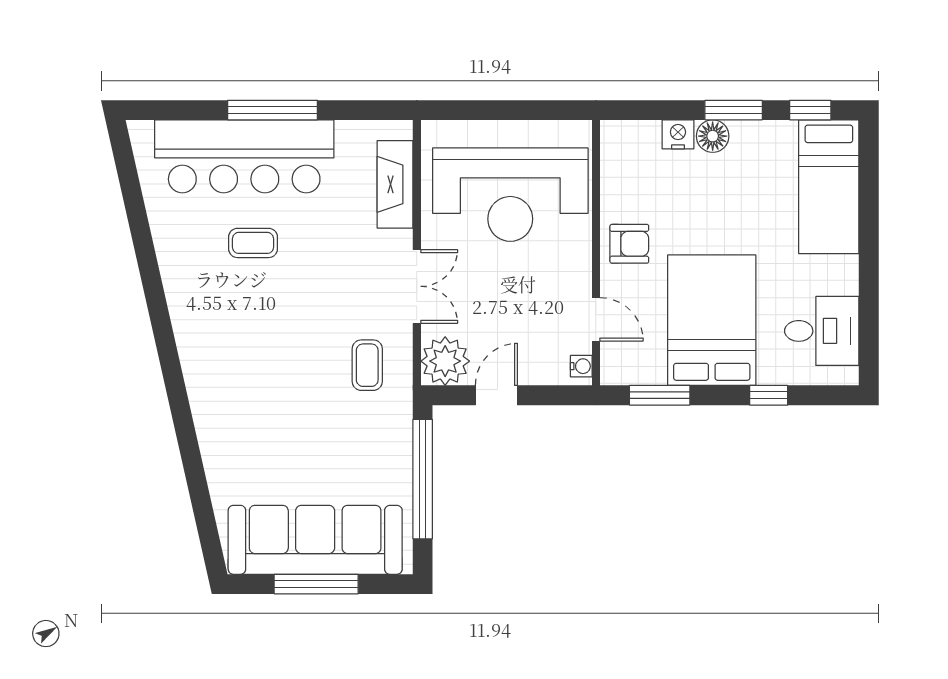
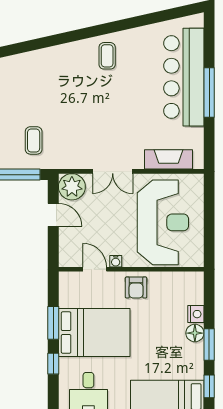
reception desk: (510, 195) -> (163, 222), turned 180
coffee table: (253, 243) -> (107, 56), moved
door: (596, 319) -> (95, 269), swing flipped
coffee table: (367, 365) -> (34, 140), moved, turned 90
water cooler: (581, 366) -> (116, 261), moved
window: (660, 395) -> (53, 323), moved

